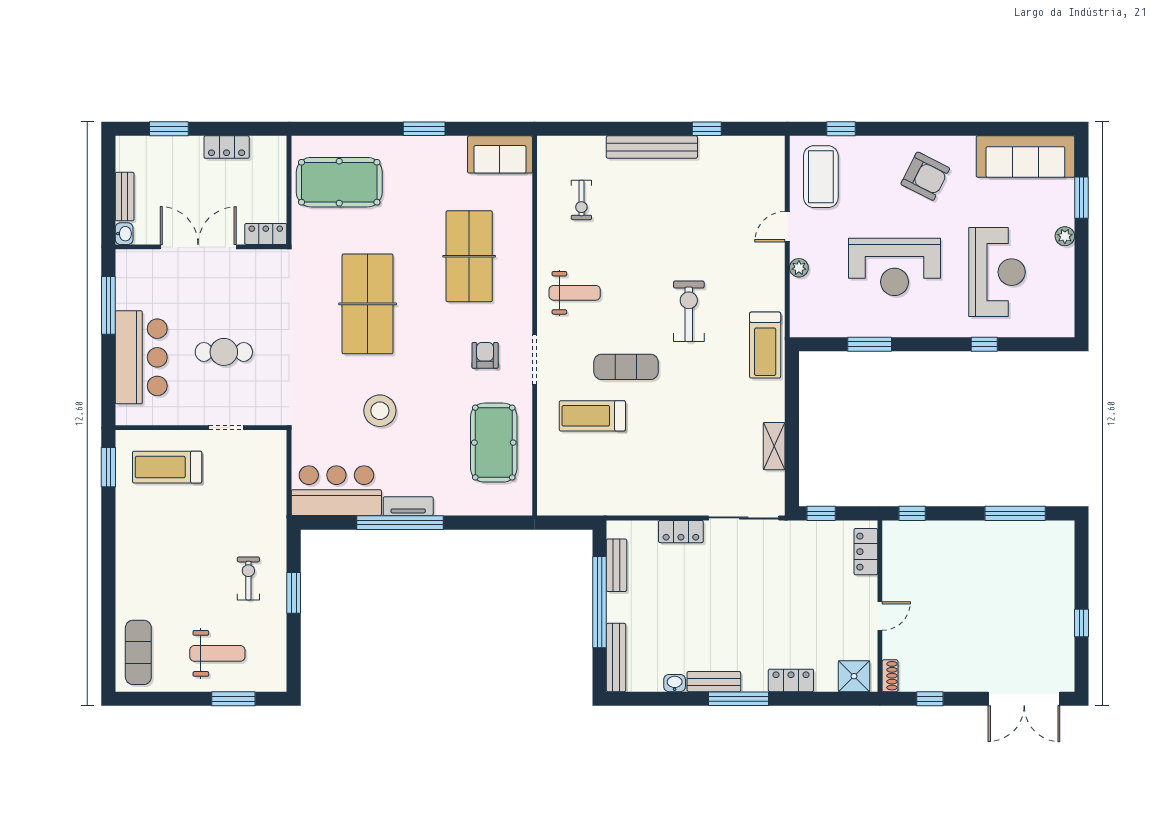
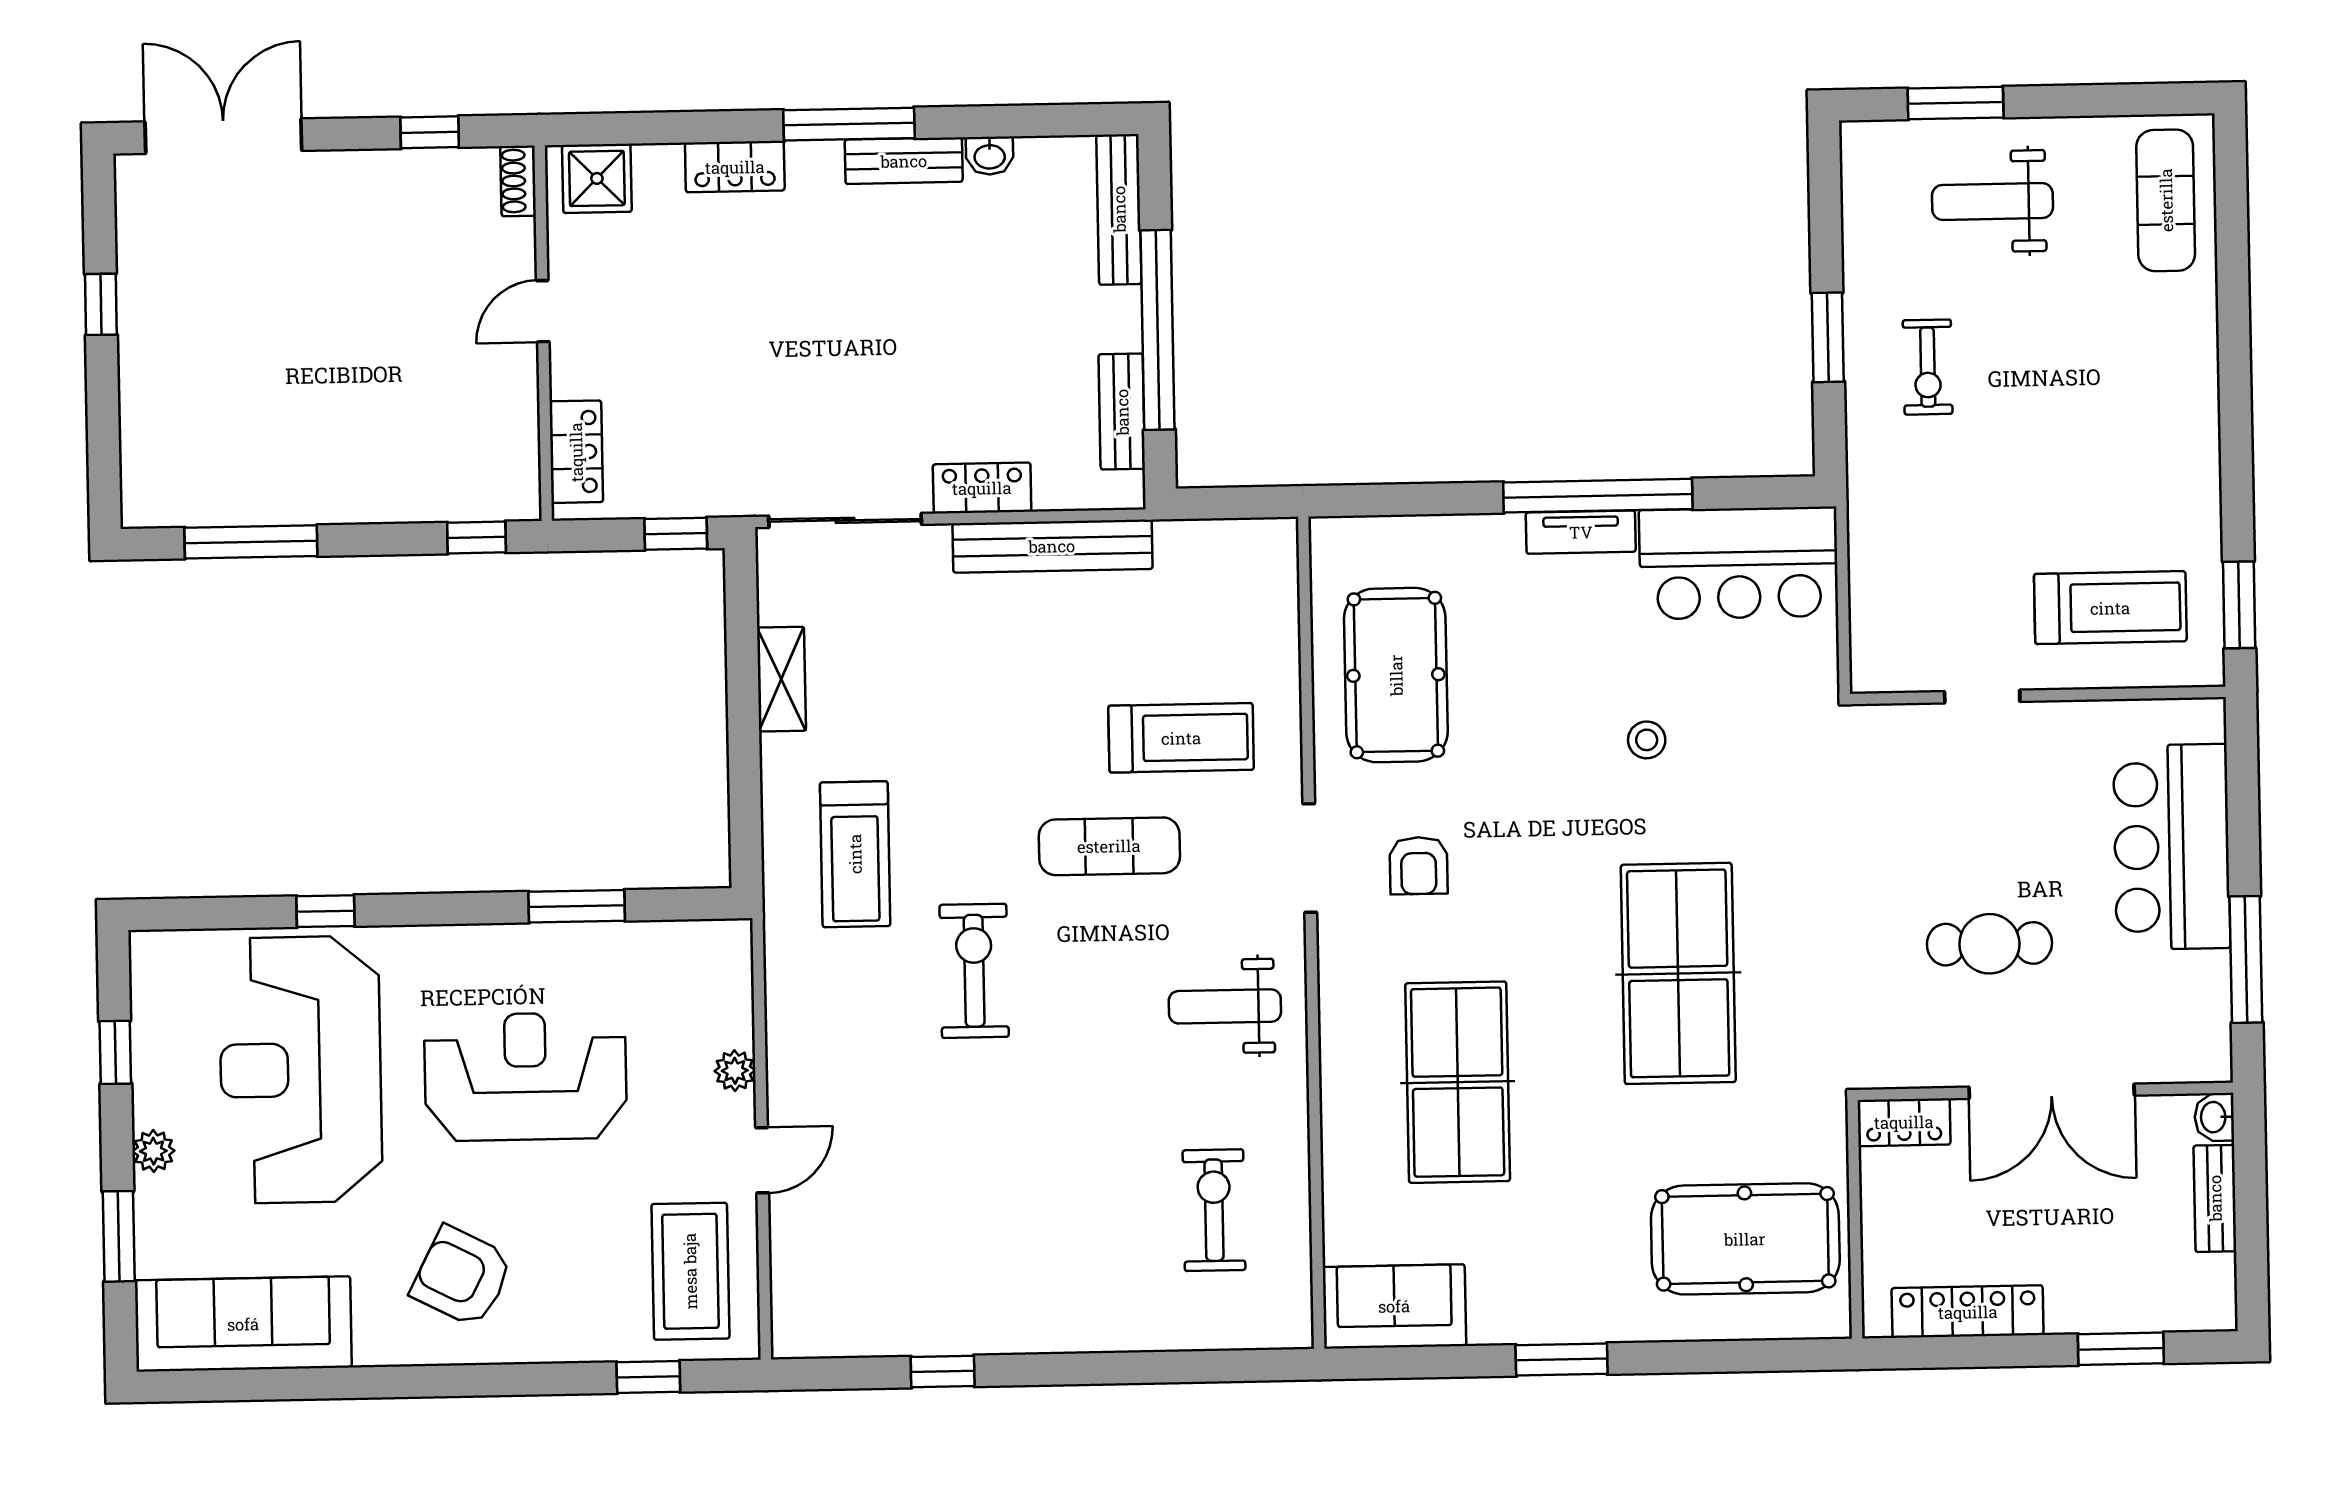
locker: (227, 147) -> (1968, 1312), width x1.53
bench: (652, 147) -> (1052, 546), moved
exercise bike: (581, 200) -> (1214, 1210), width x1.38, depth x1.39
reception desk: (997, 272) -> (301, 1070), width x1.36, depth x1.30
window: (1081, 282) -> (115, 1052), added
exercise bike: (689, 311) -> (974, 971), turned 180
treadmill: (765, 345) -> (855, 854), moved, turned 180
cafe table: (224, 352) -> (1989, 944), moved
stool: (380, 411) -> (1647, 740), width x0.53, depth x0.53

